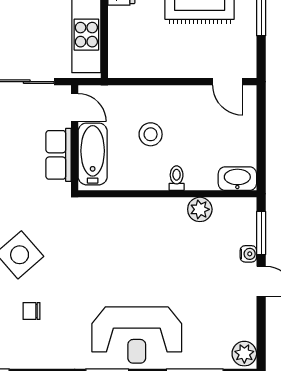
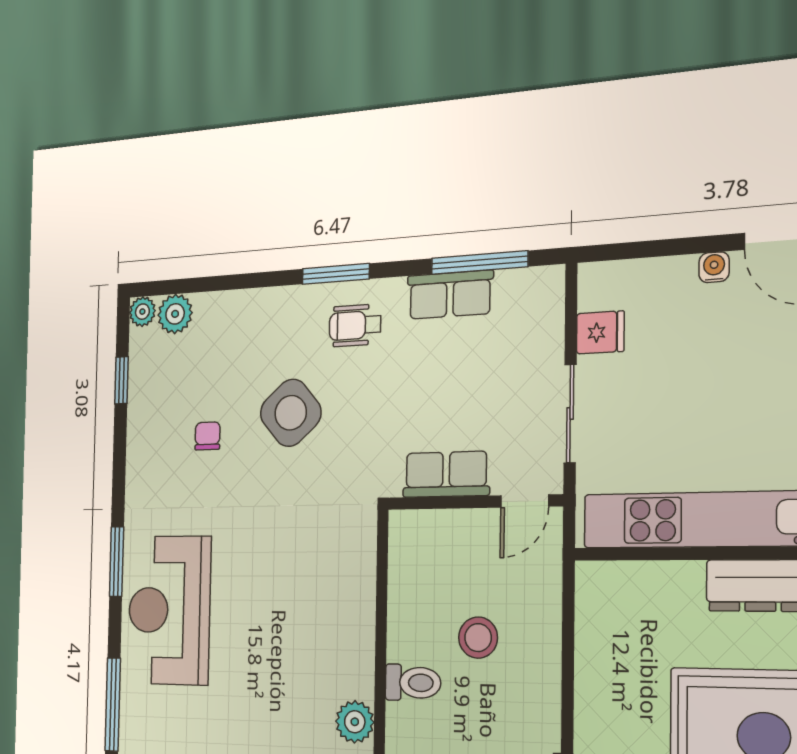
bathtub: (93, 154) -> (447, 534), removed
toilet: (177, 178) -> (413, 683), width x1.37, depth x1.39

